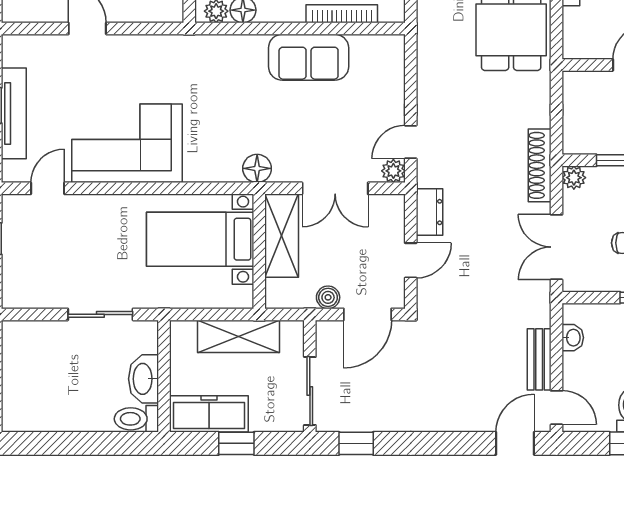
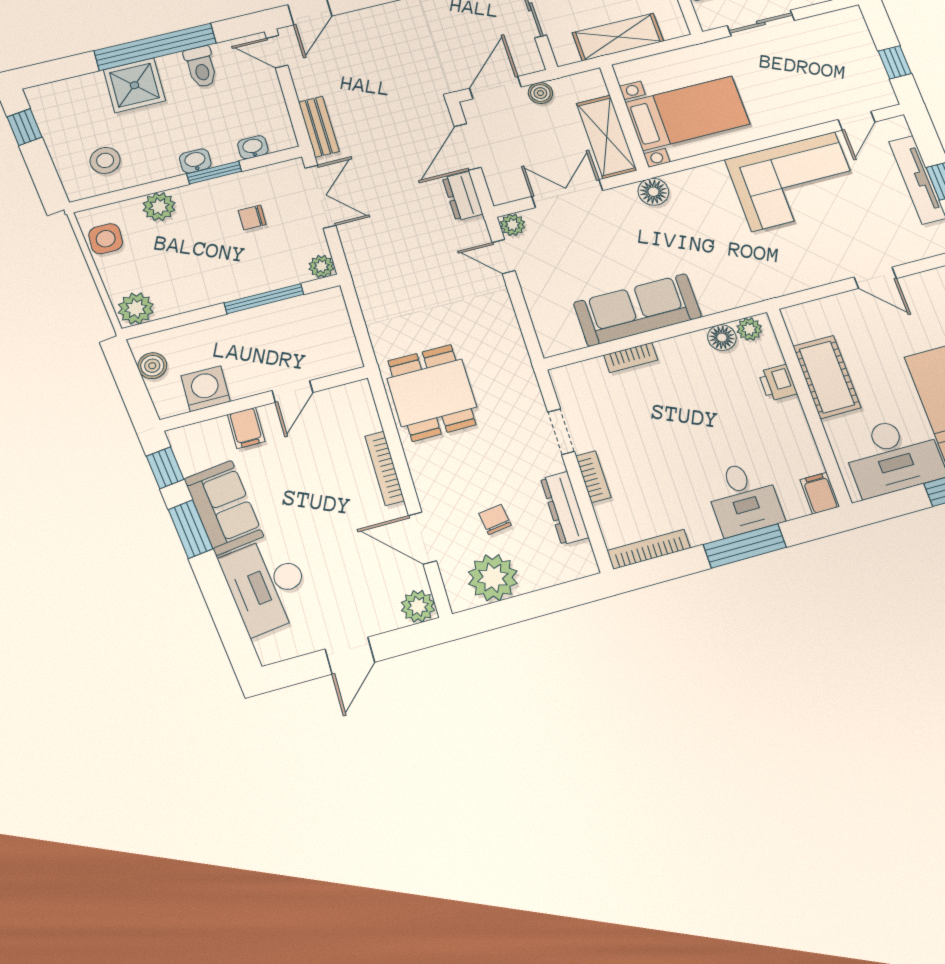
bookcase: (342, 14) -> (631, 358), width x0.64
sofa: (309, 57) -> (637, 310), width x1.36
door: (411, 142) -> (504, 257), swing flipped
shoe rack: (540, 165) -> (361, 269), removed
door: (411, 260) -> (468, 147), width x1.37
washbasin: (573, 338) -> (253, 147), moved, turned 90
bench: (539, 359) -> (319, 127), moved

